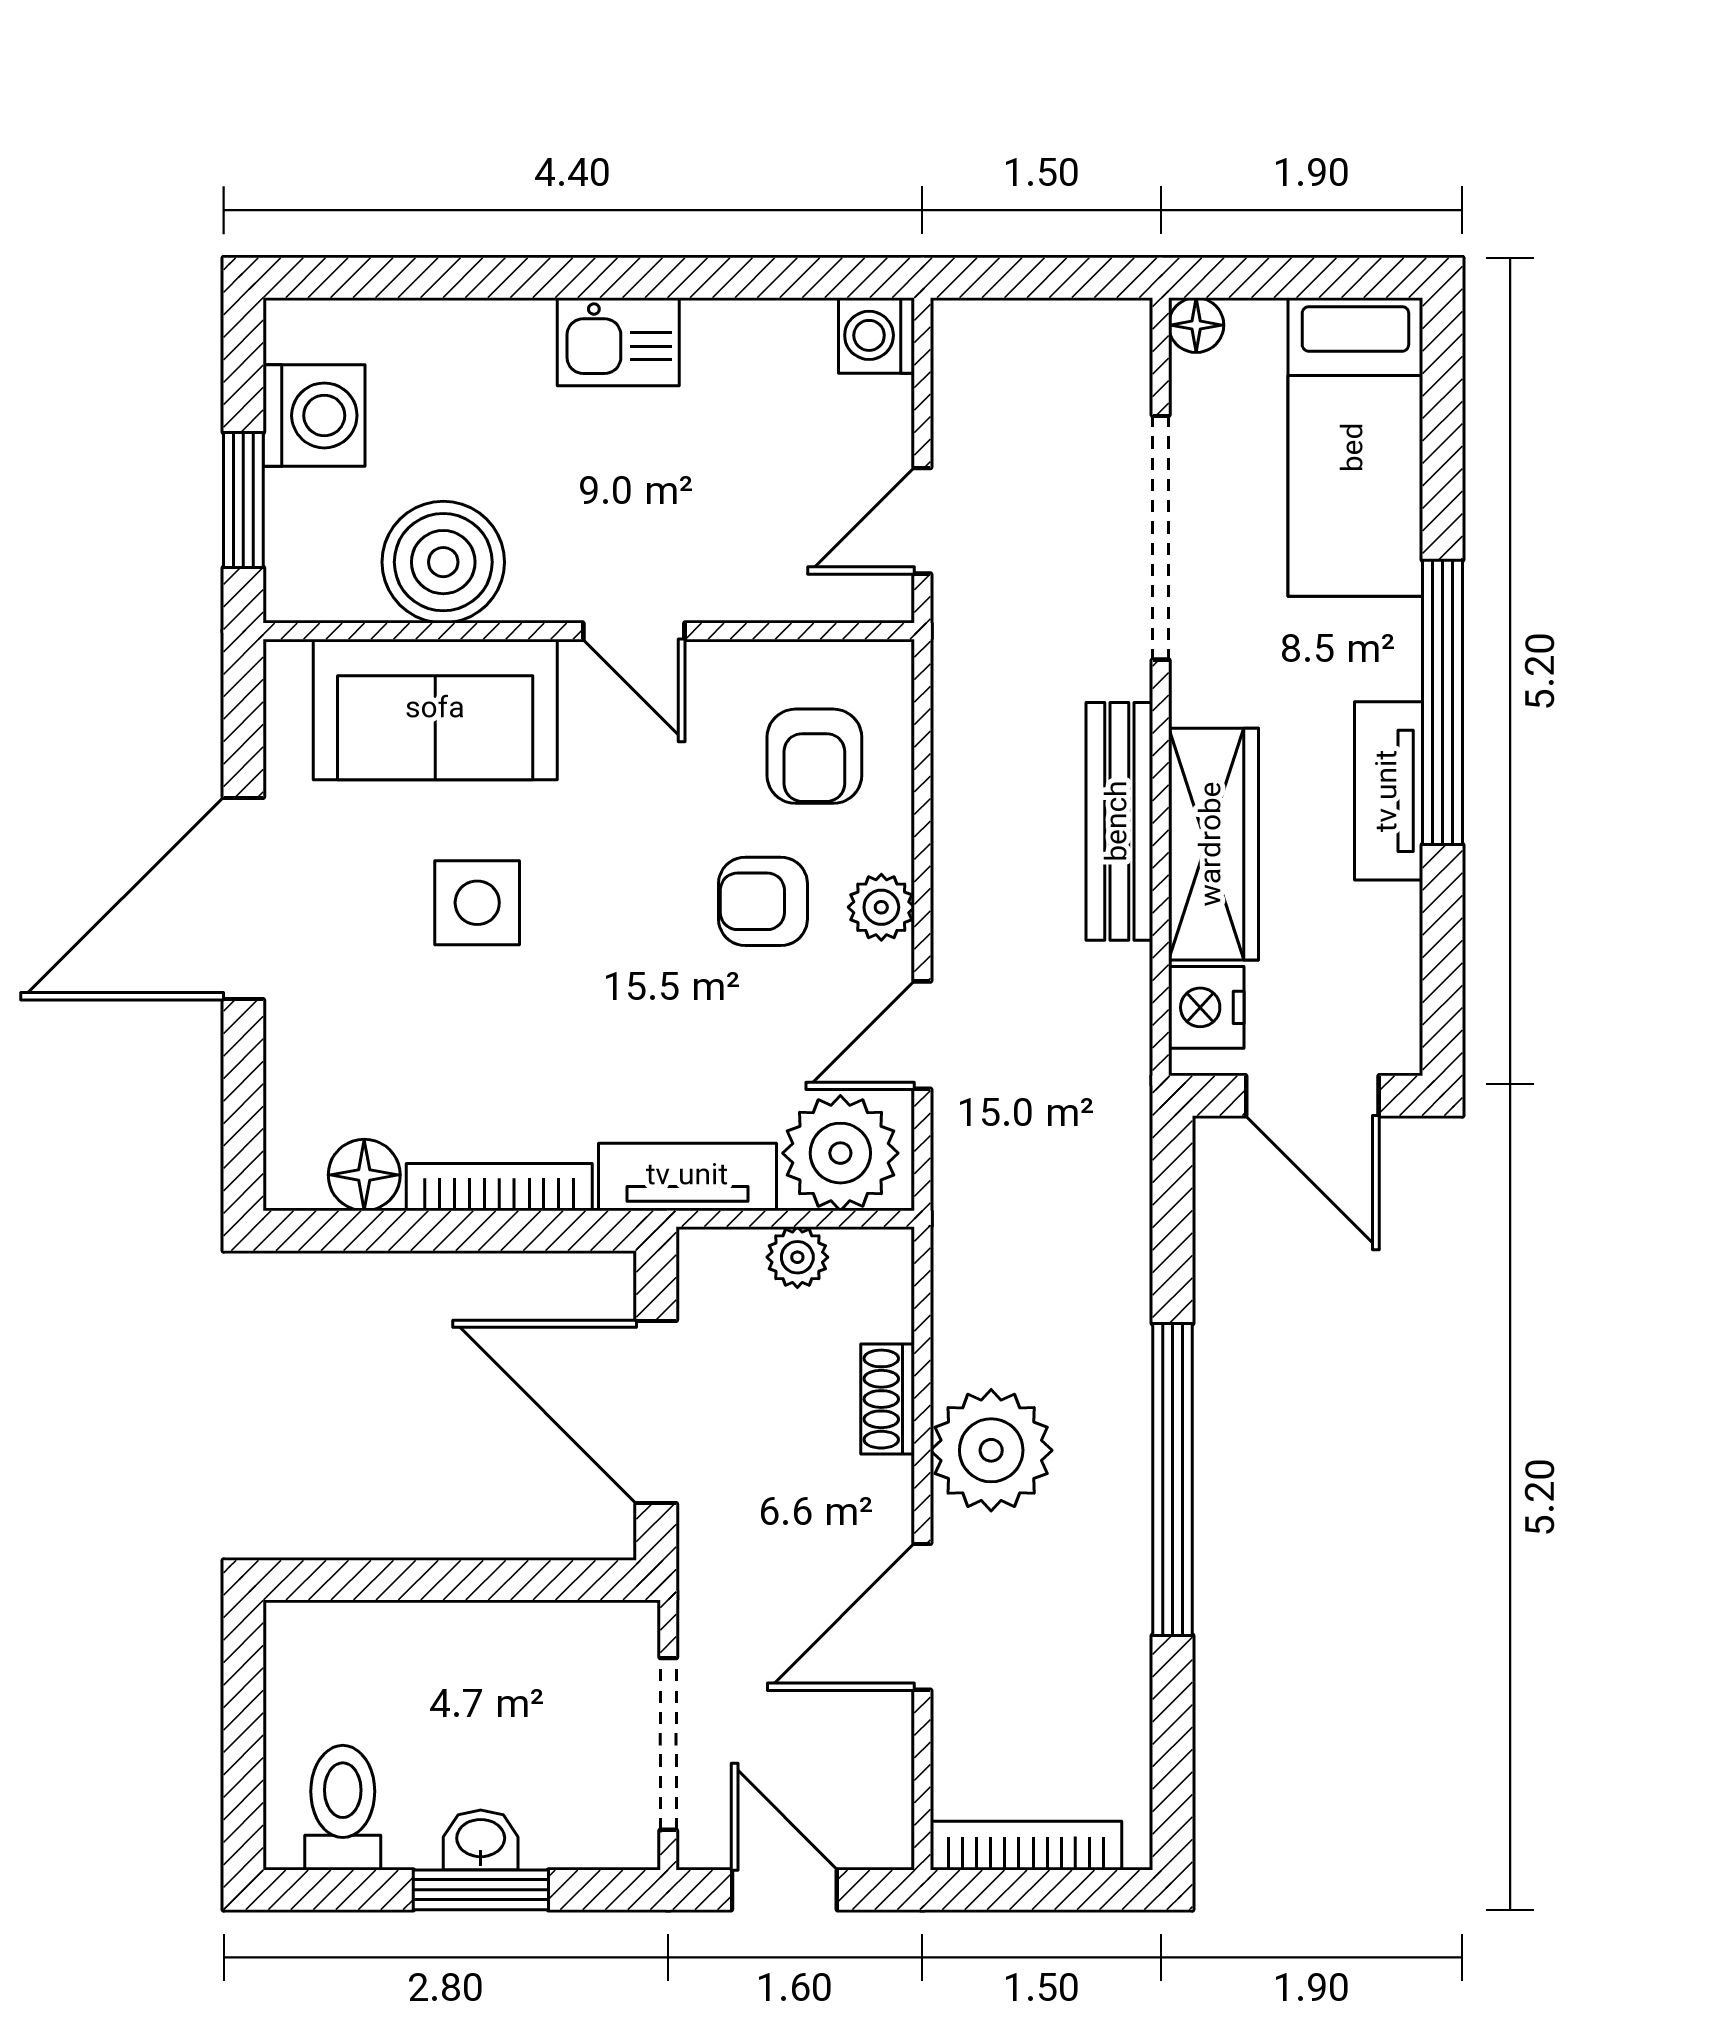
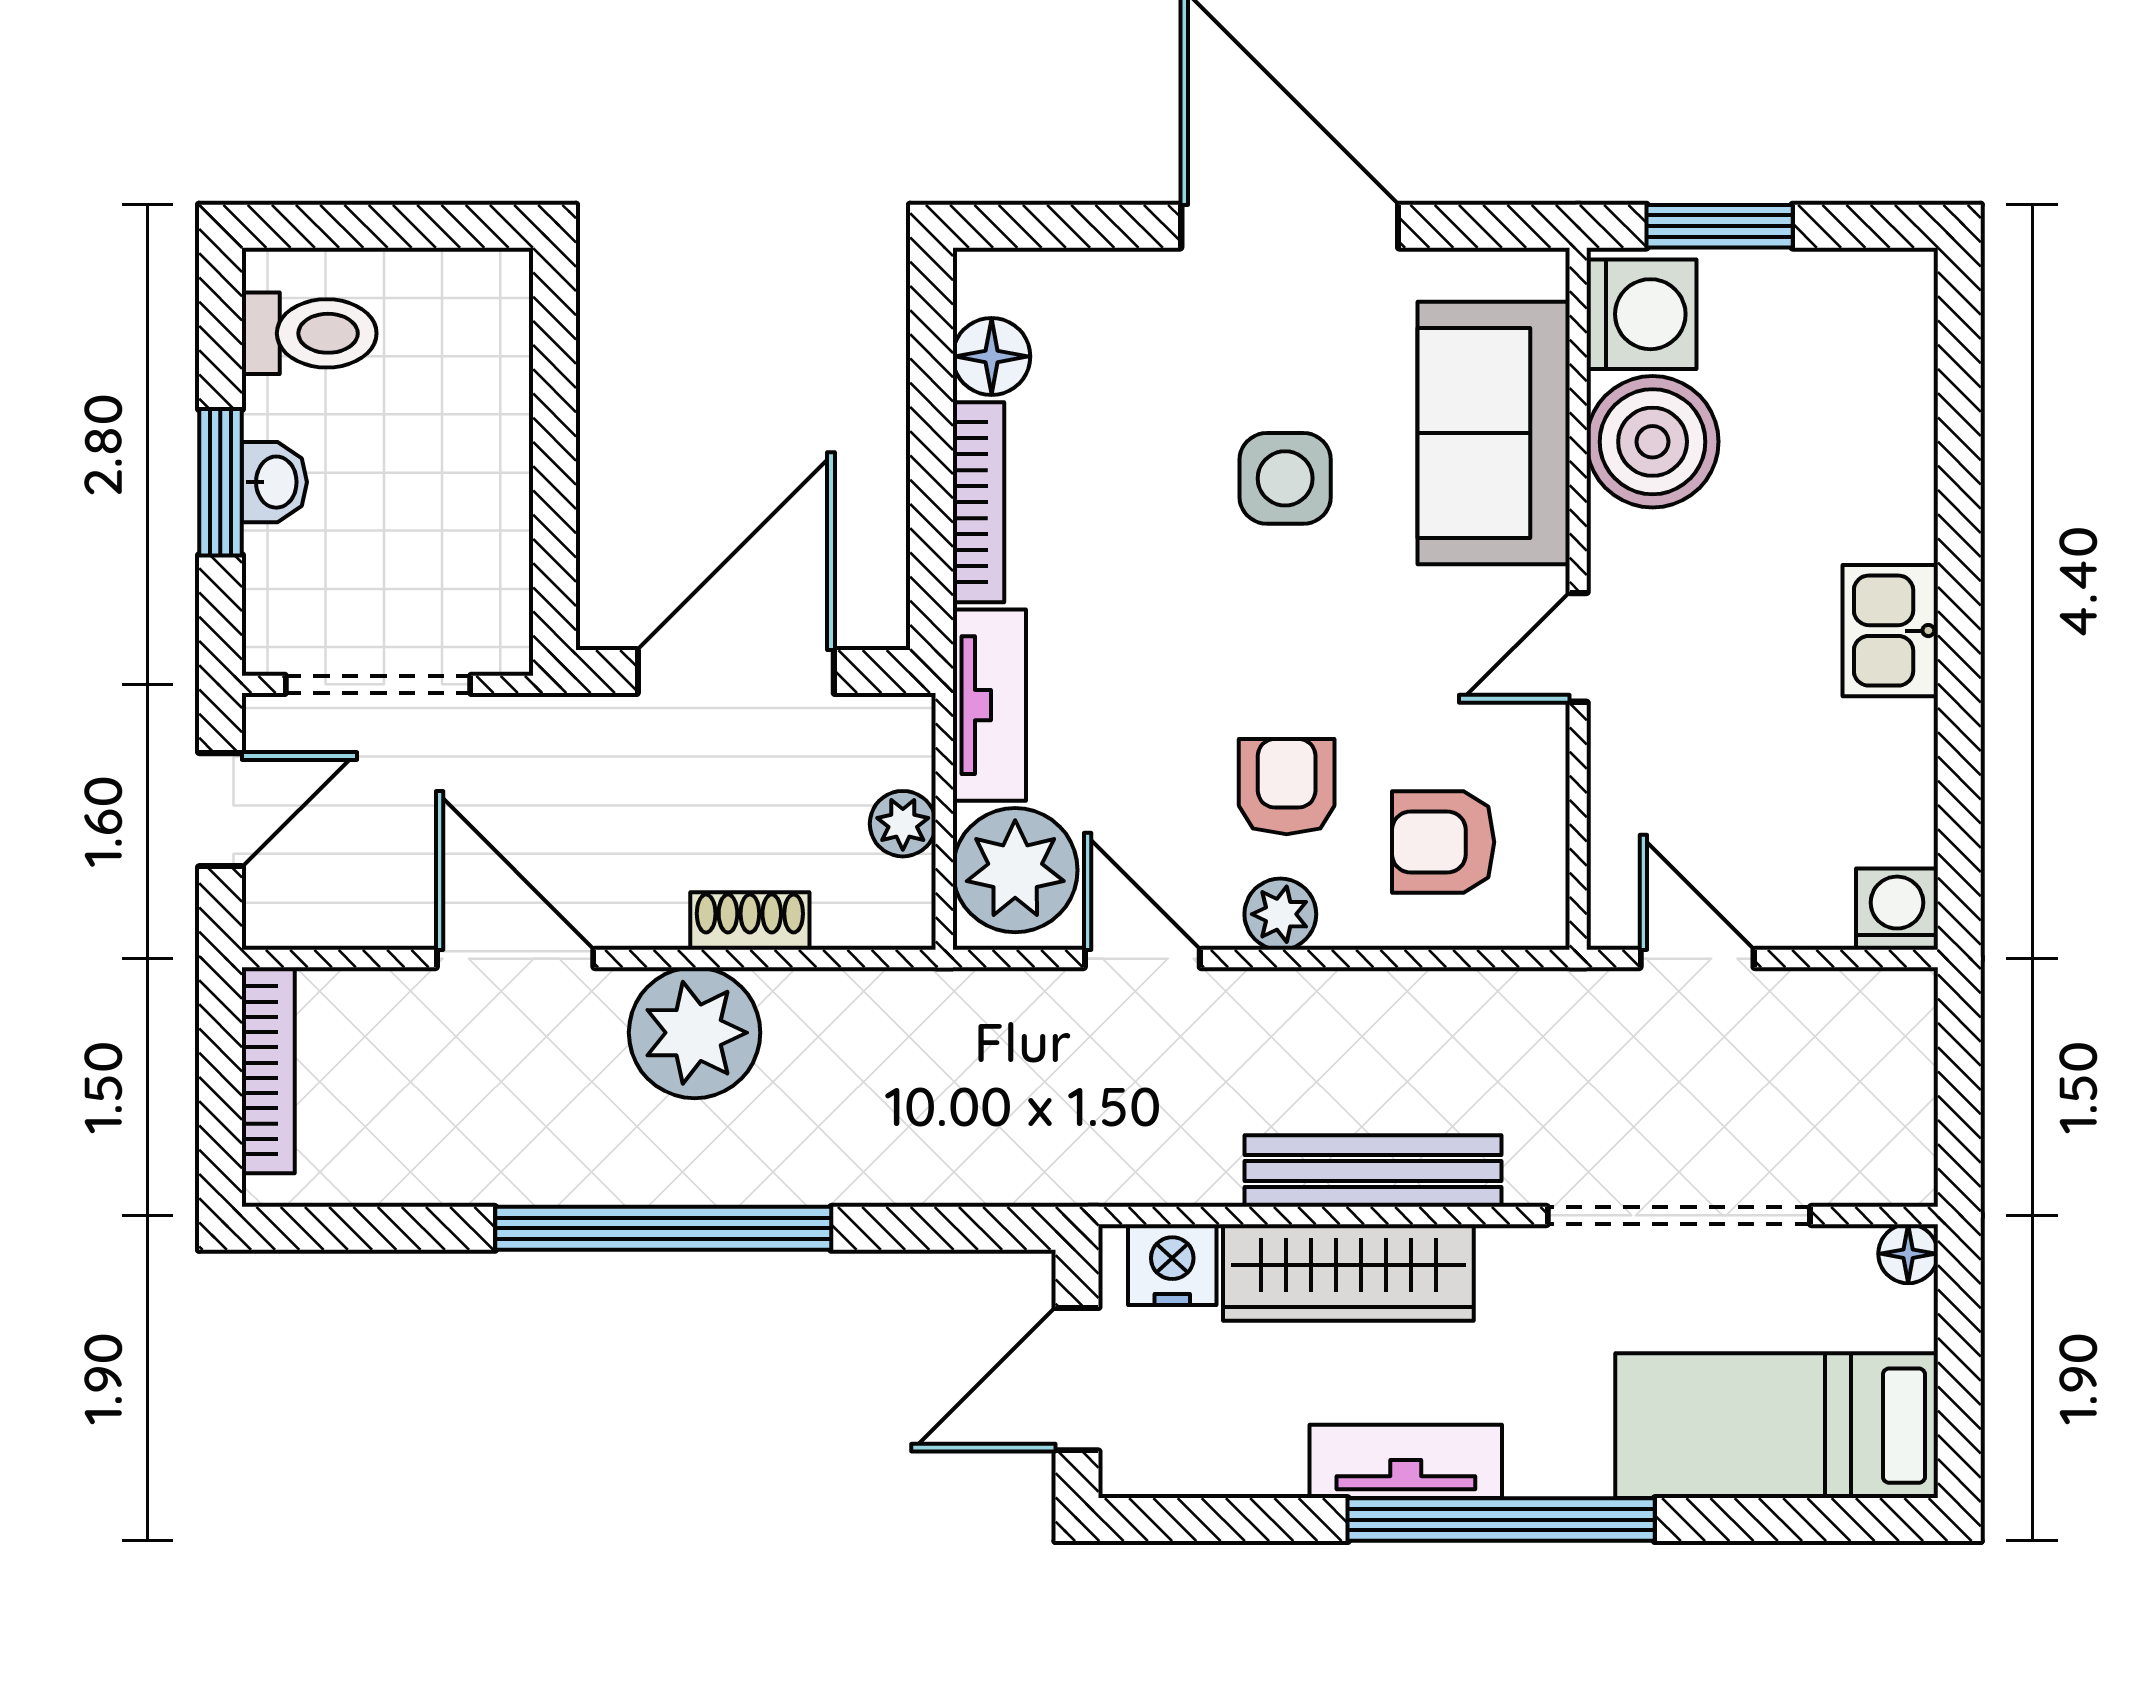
washing machine: (314, 415) -> (1642, 314), moved, turned -90

